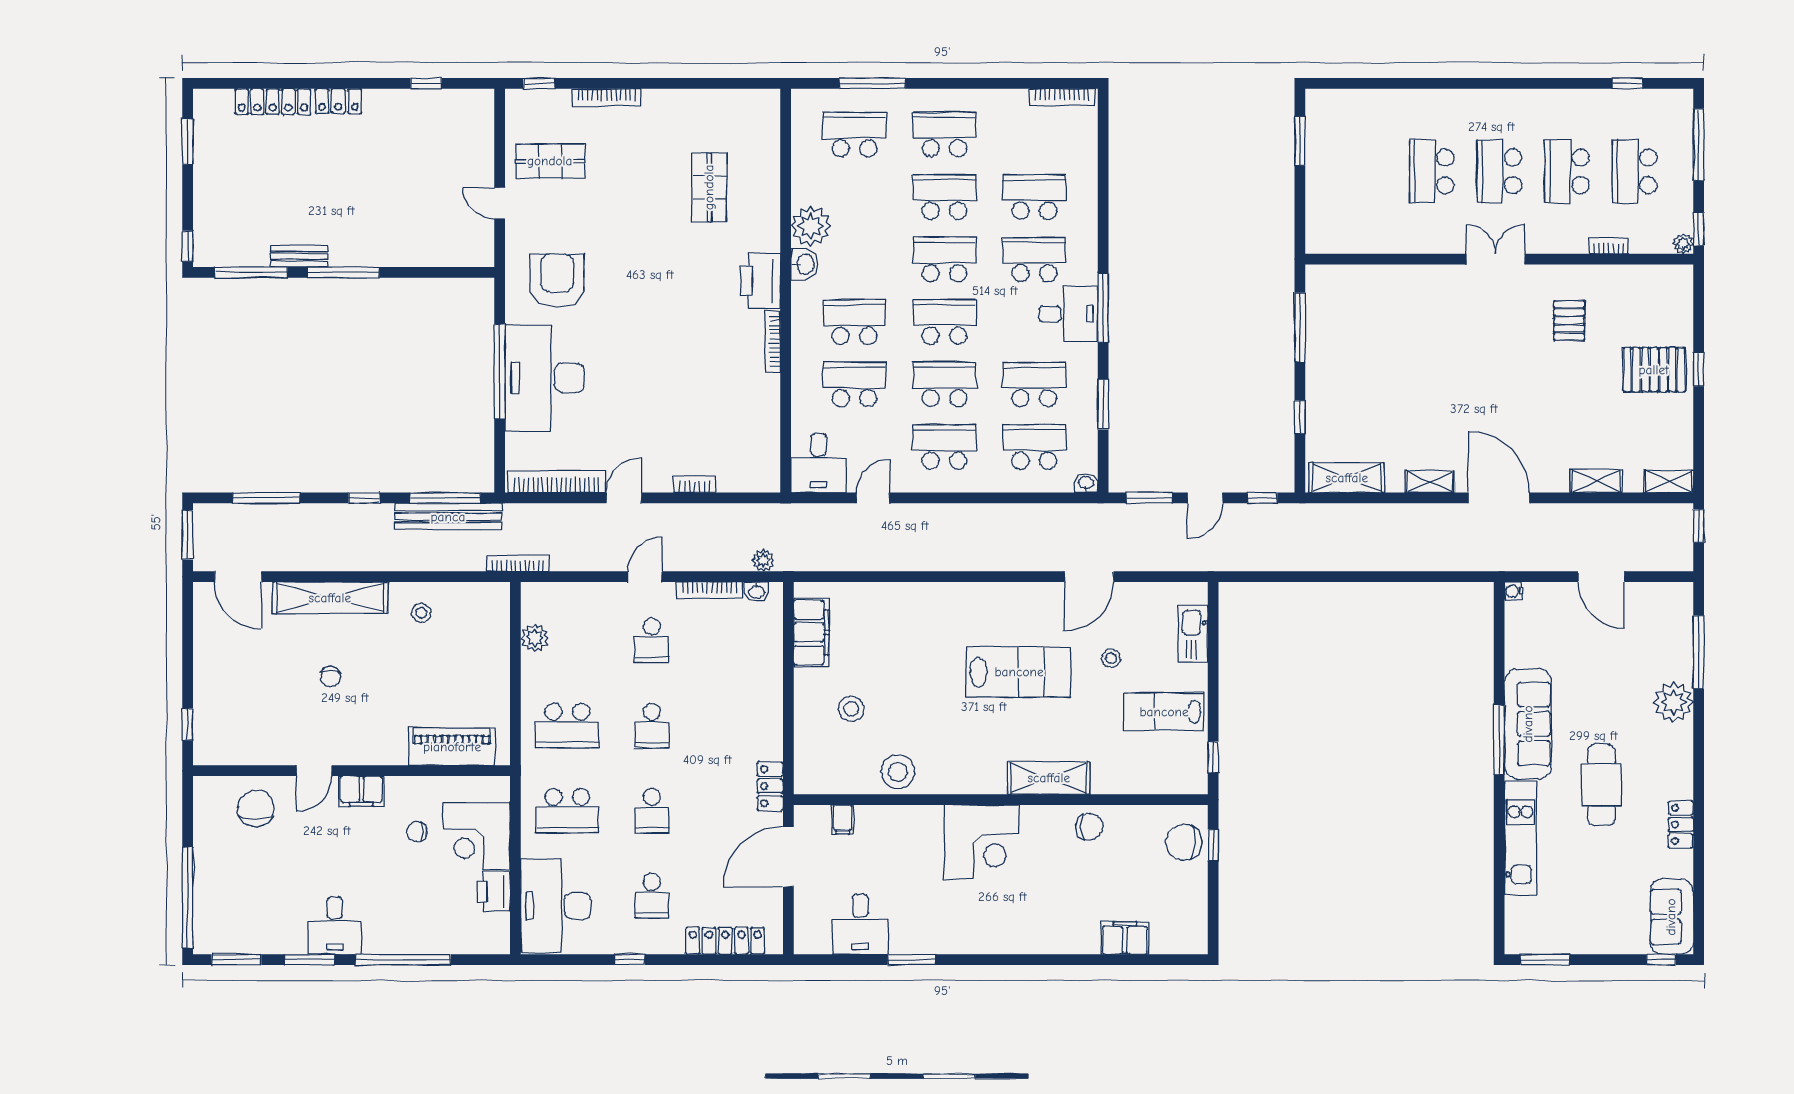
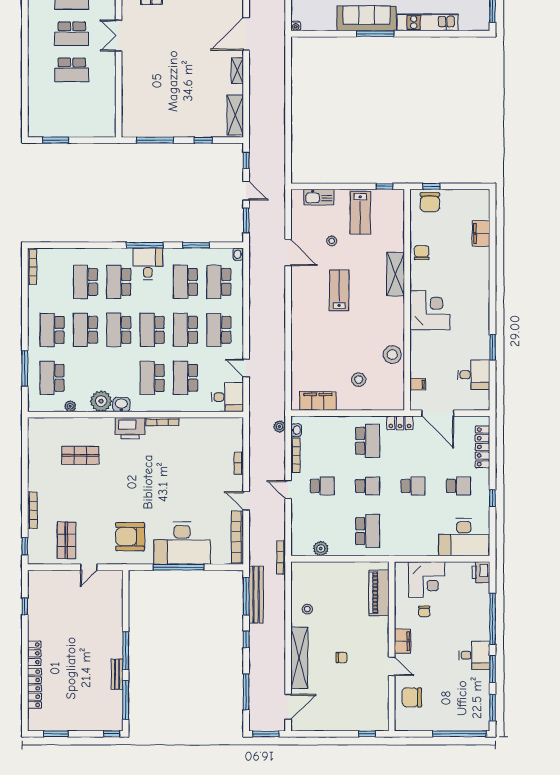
plant: (801, 168) -> (70, 406), added
lab bench: (1019, 672) -> (339, 290), width x0.73, depth x0.72
school desk: (567, 811) -> (368, 441), moved
printer: (494, 892) -> (481, 572), moved, turned 90

